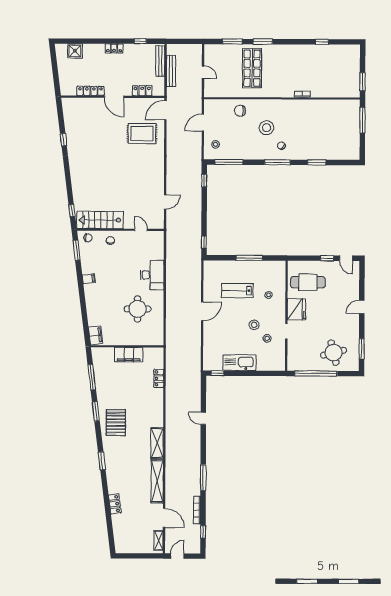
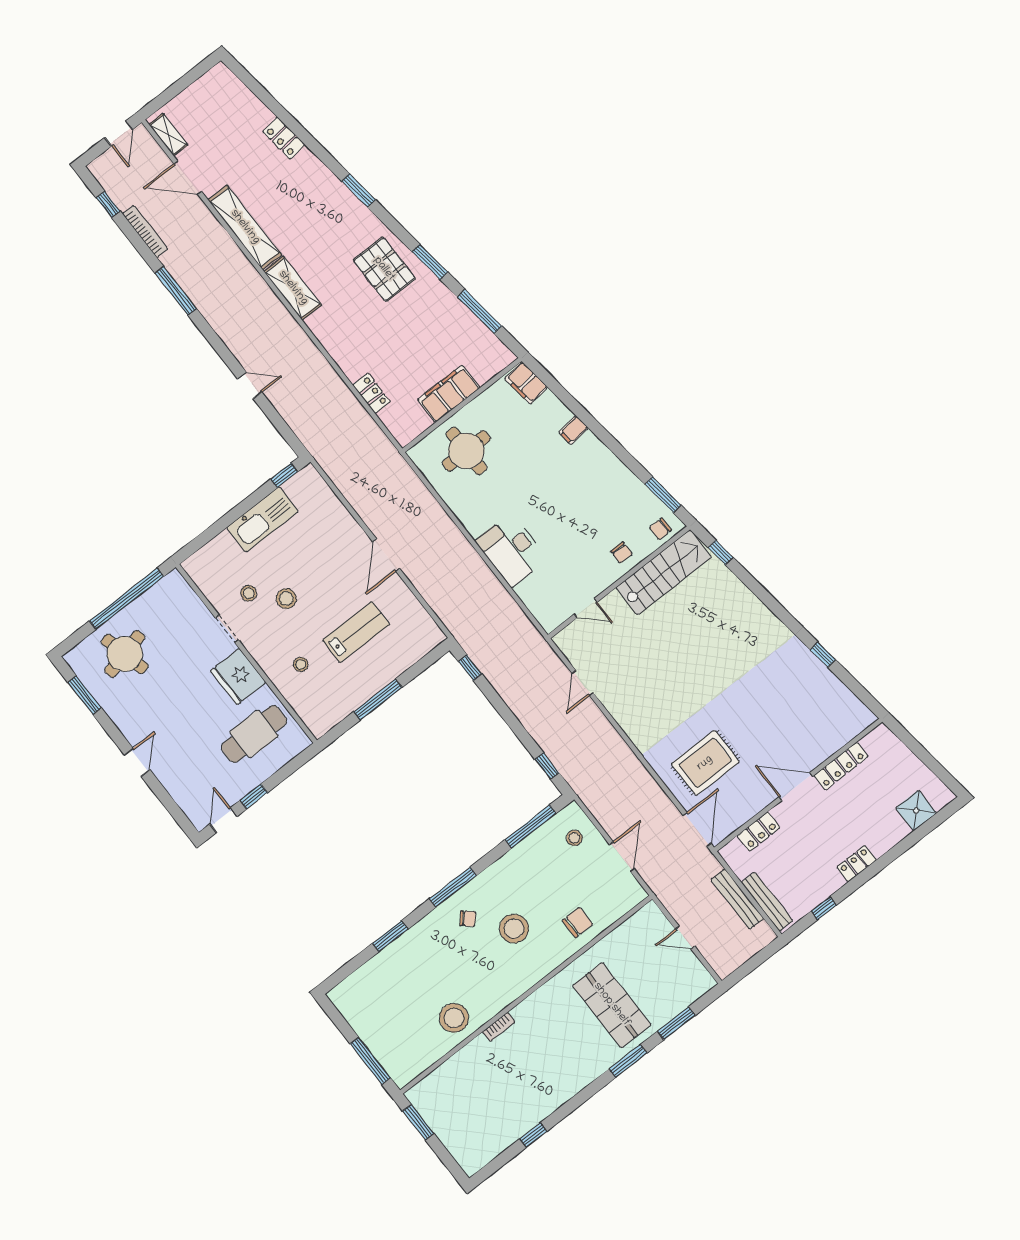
stool: (317, 111) -> (454, 1018), added
door: (346, 258) -> (223, 820), hinge flipped
filing cabinet: (89, 279) -> (573, 430), moved
round table: (138, 309) -> (466, 451), moved

